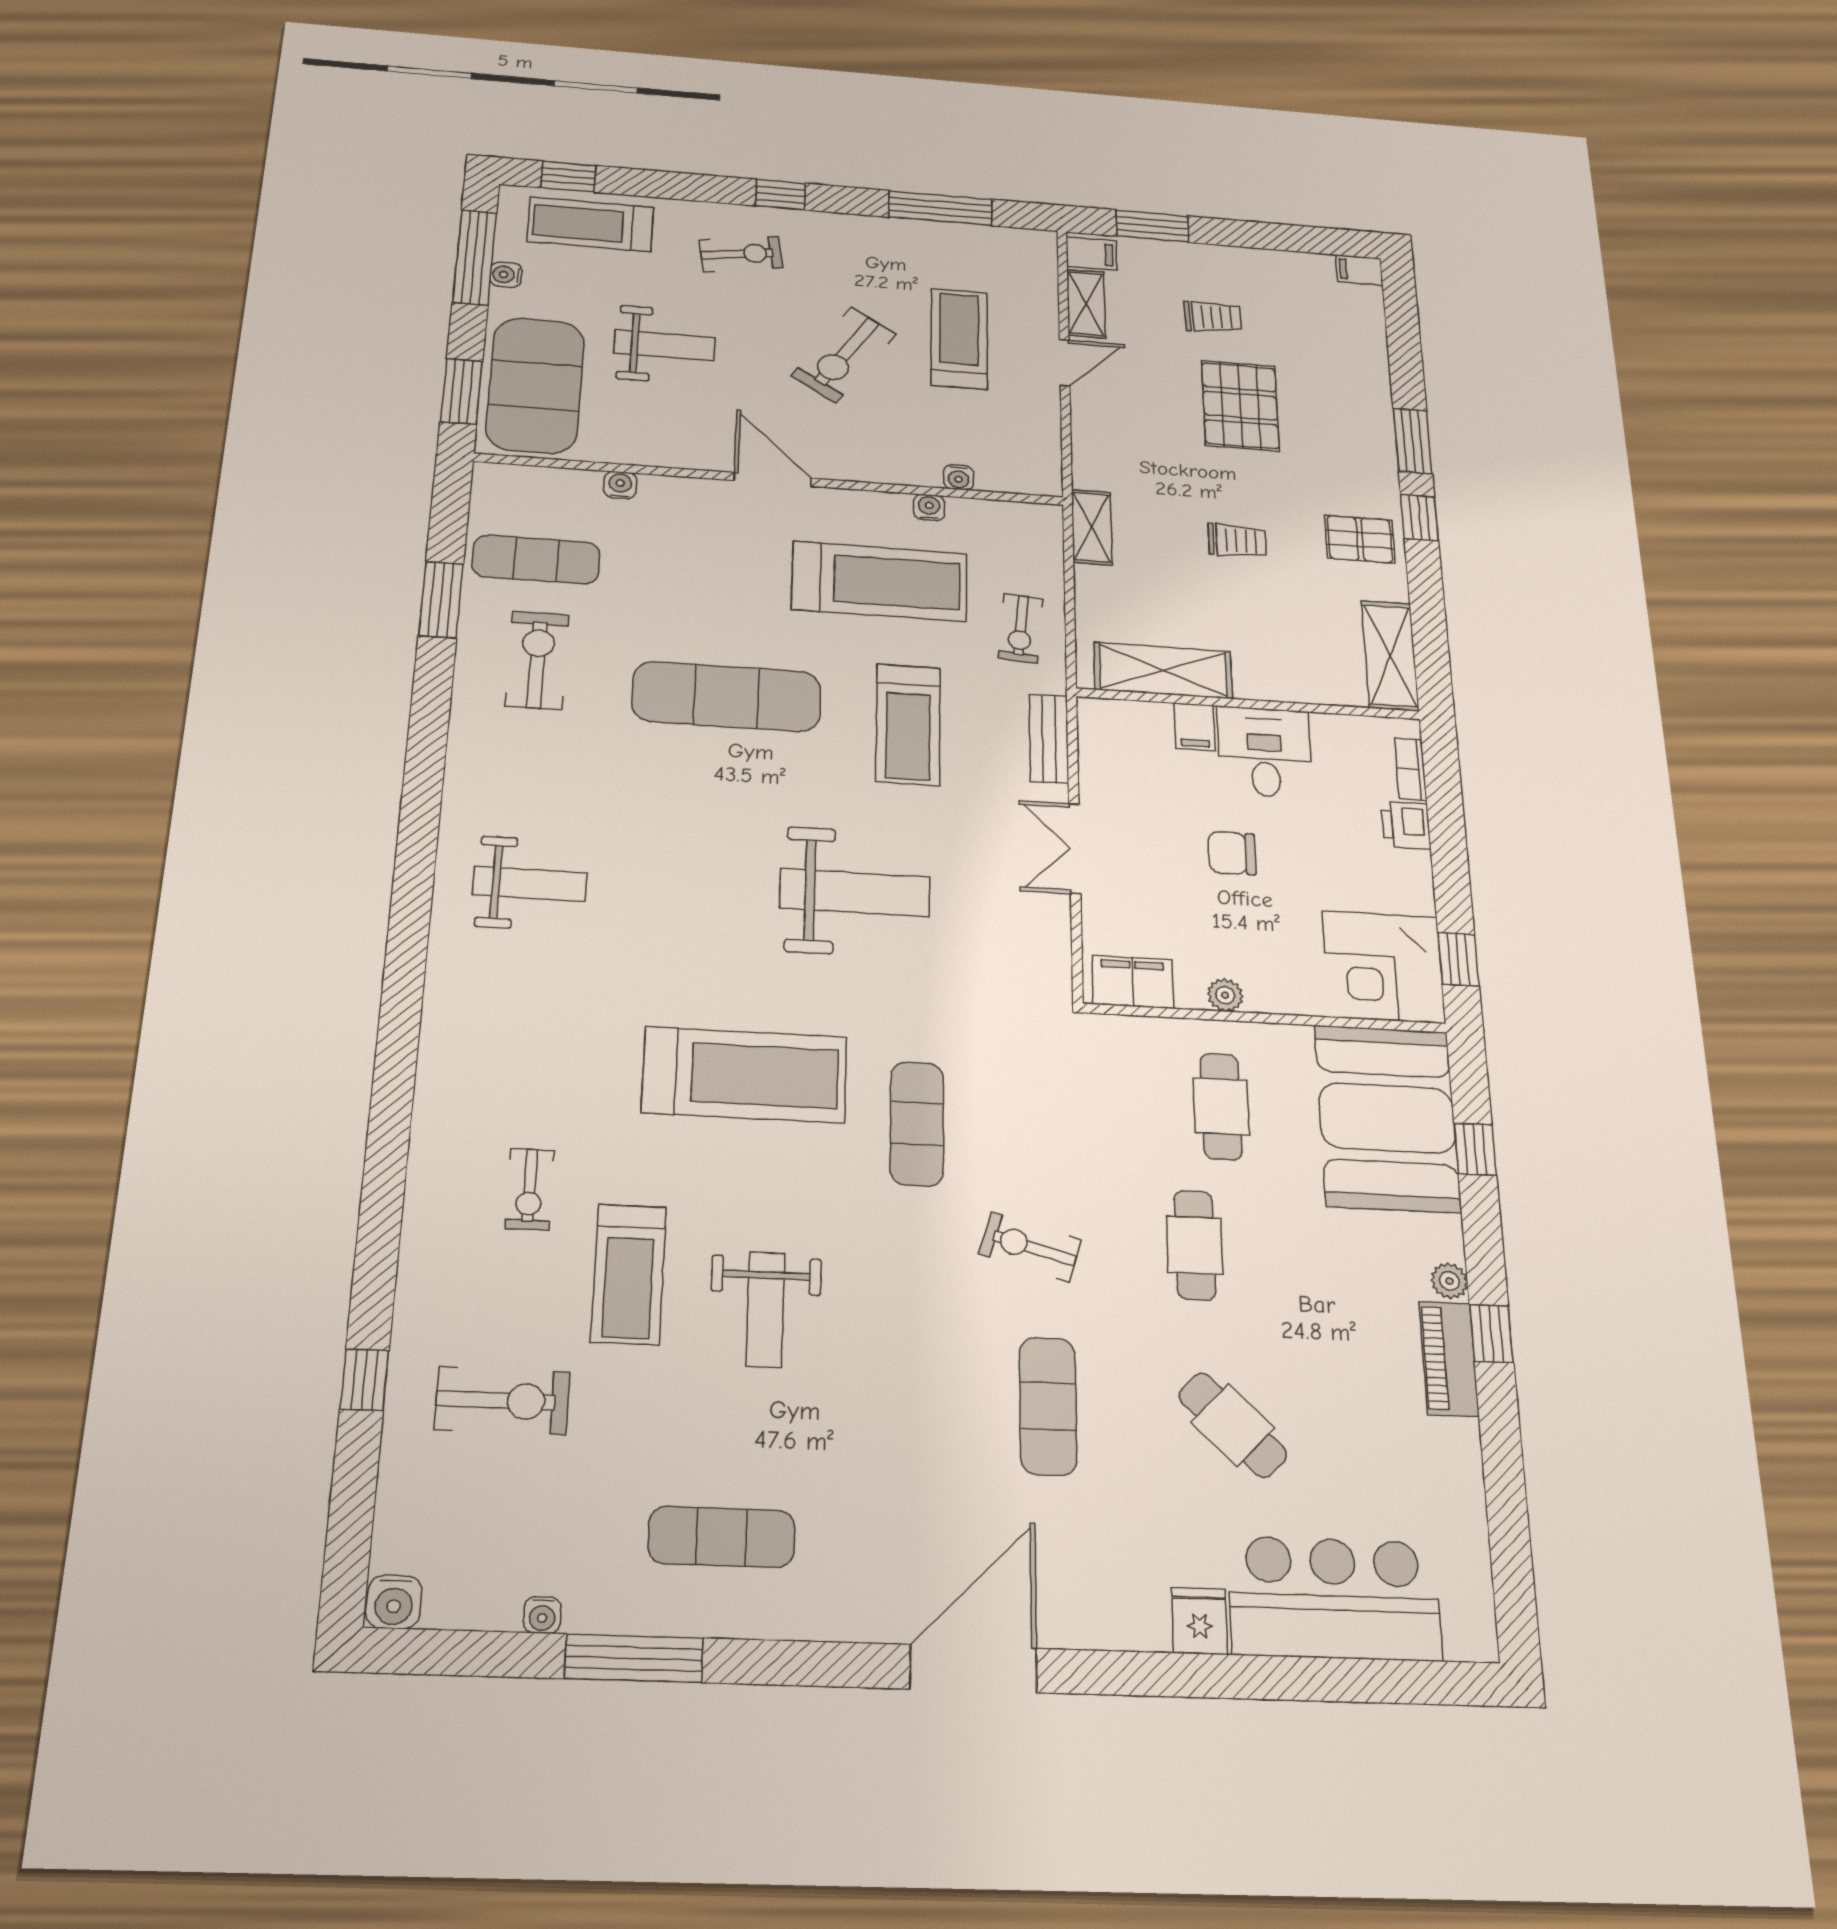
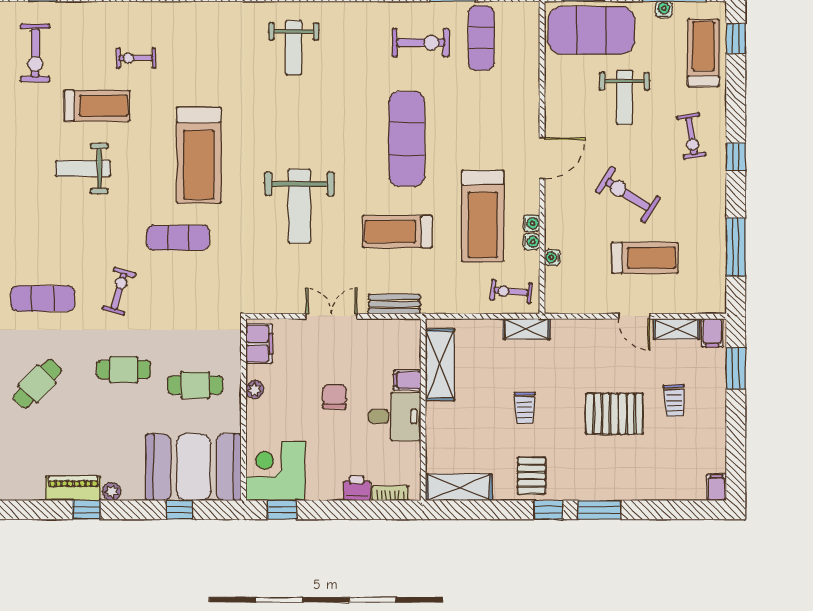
water cooler: (620, 485) -> (531, 223), moved
exercise bike: (1021, 628) -> (511, 292), moved
treadmill: (629, 1274) -> (97, 106), turned 180

